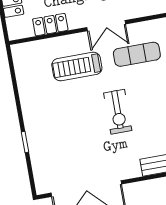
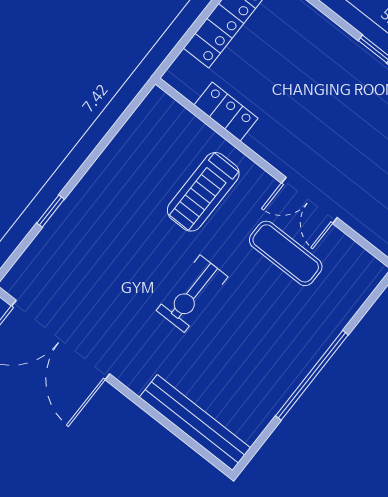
double door: (106, 26) -> (309, 200), moved
treadmill: (77, 67) -> (203, 192), turned -90

